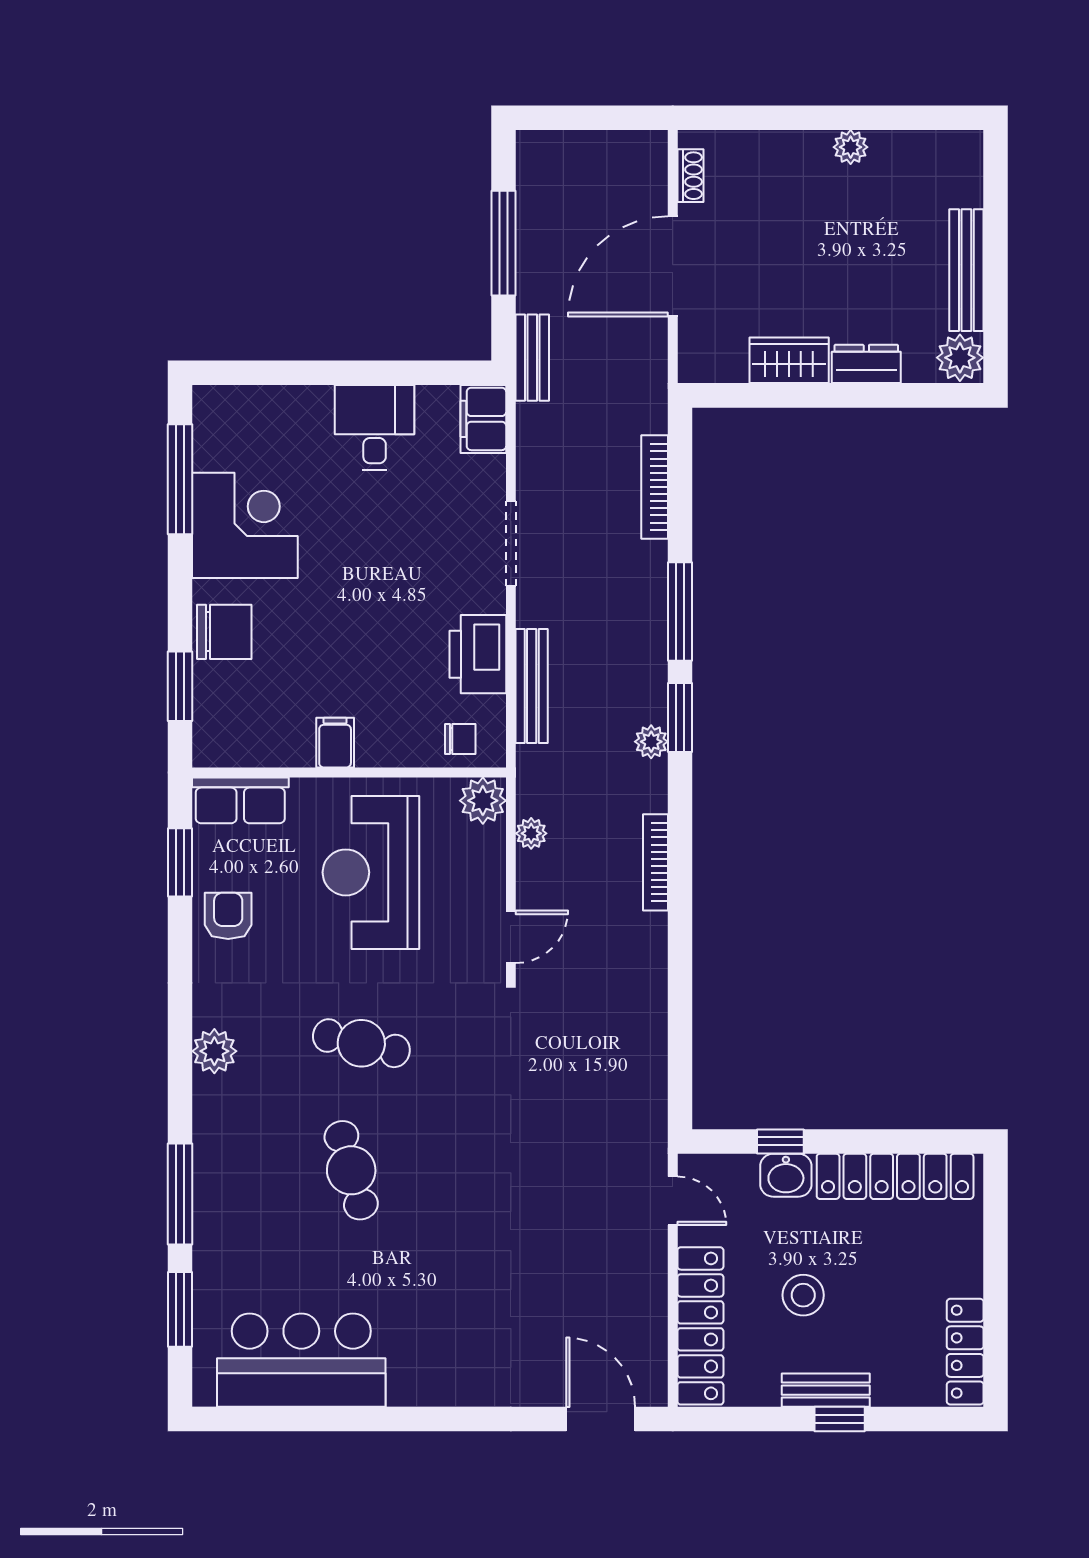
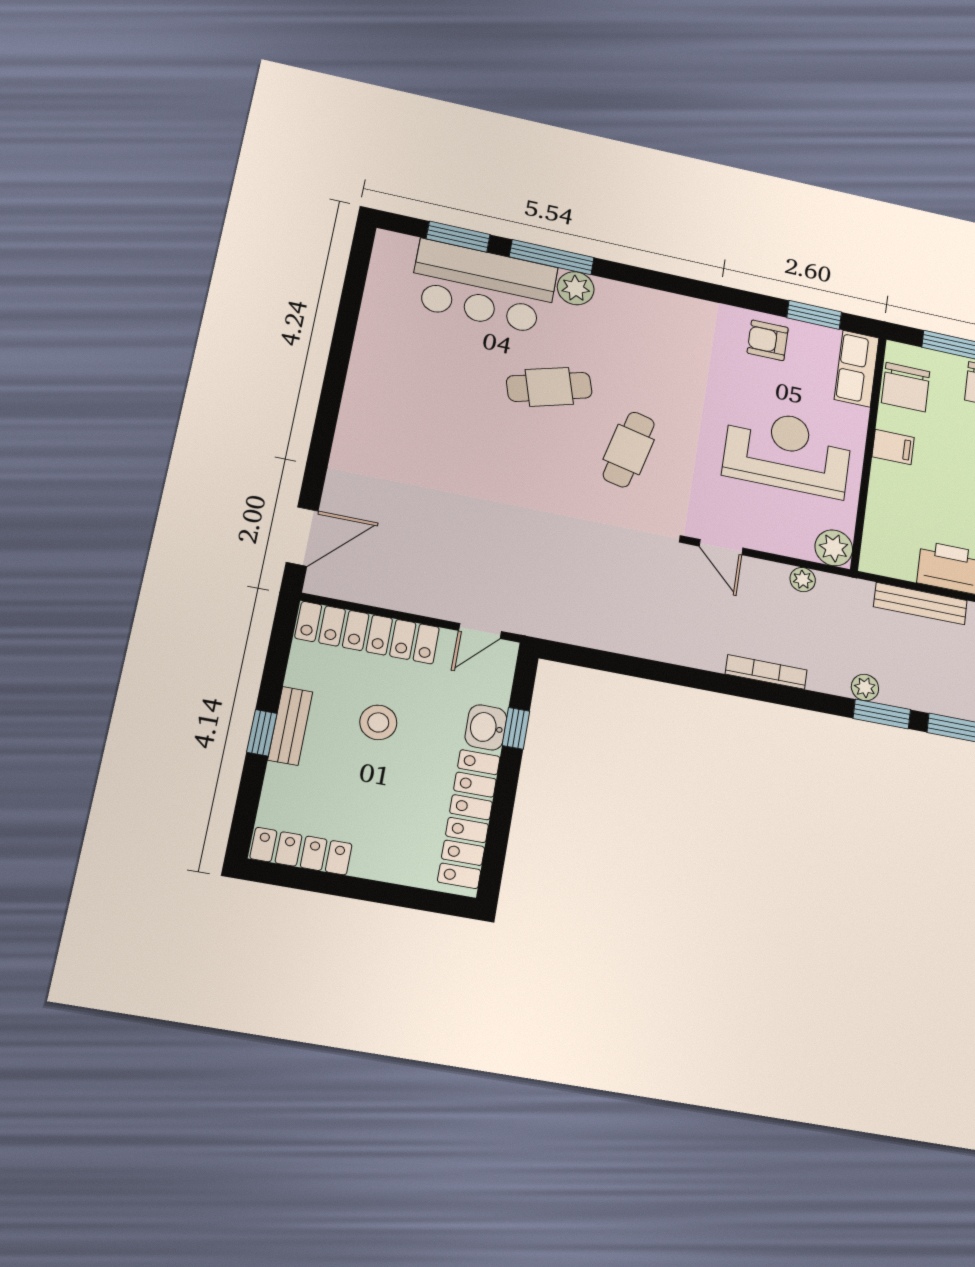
chair: (460, 739) -> (906, 387), moved, width x1.87, depth x1.87
armchair: (228, 916) -> (768, 340), turned 180
cafe table: (361, 1043) -> (629, 450), moved
plant: (214, 1051) -> (576, 288), moved
bar counter: (301, 1360) -> (483, 287), moved, turned 90

